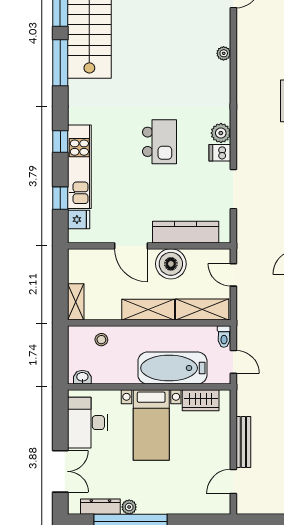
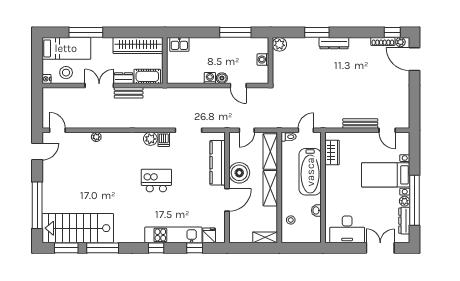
washbasin: (82, 377) -> (316, 210), moved
bed with nightstands: (151, 425) -> (386, 175), moved, turned 180

